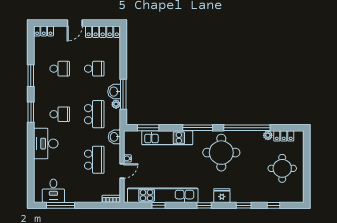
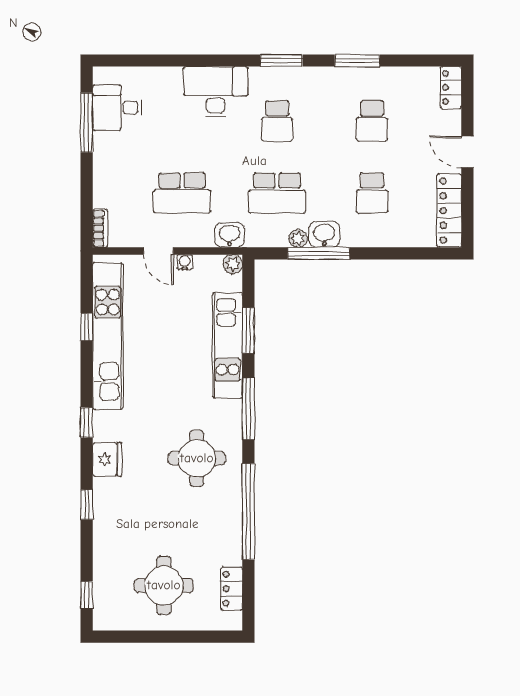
window: (148, 128) -> (248, 331), moved
plant: (268, 135) -> (233, 264), moved
round table: (221, 153) -> (197, 458), width x0.73, depth x0.73
window: (273, 205) -> (87, 595), moved

